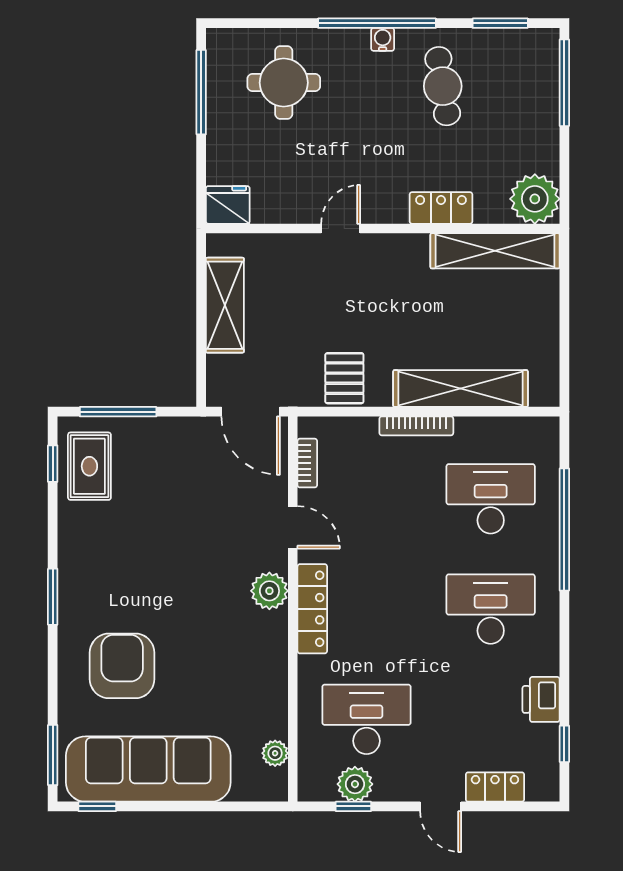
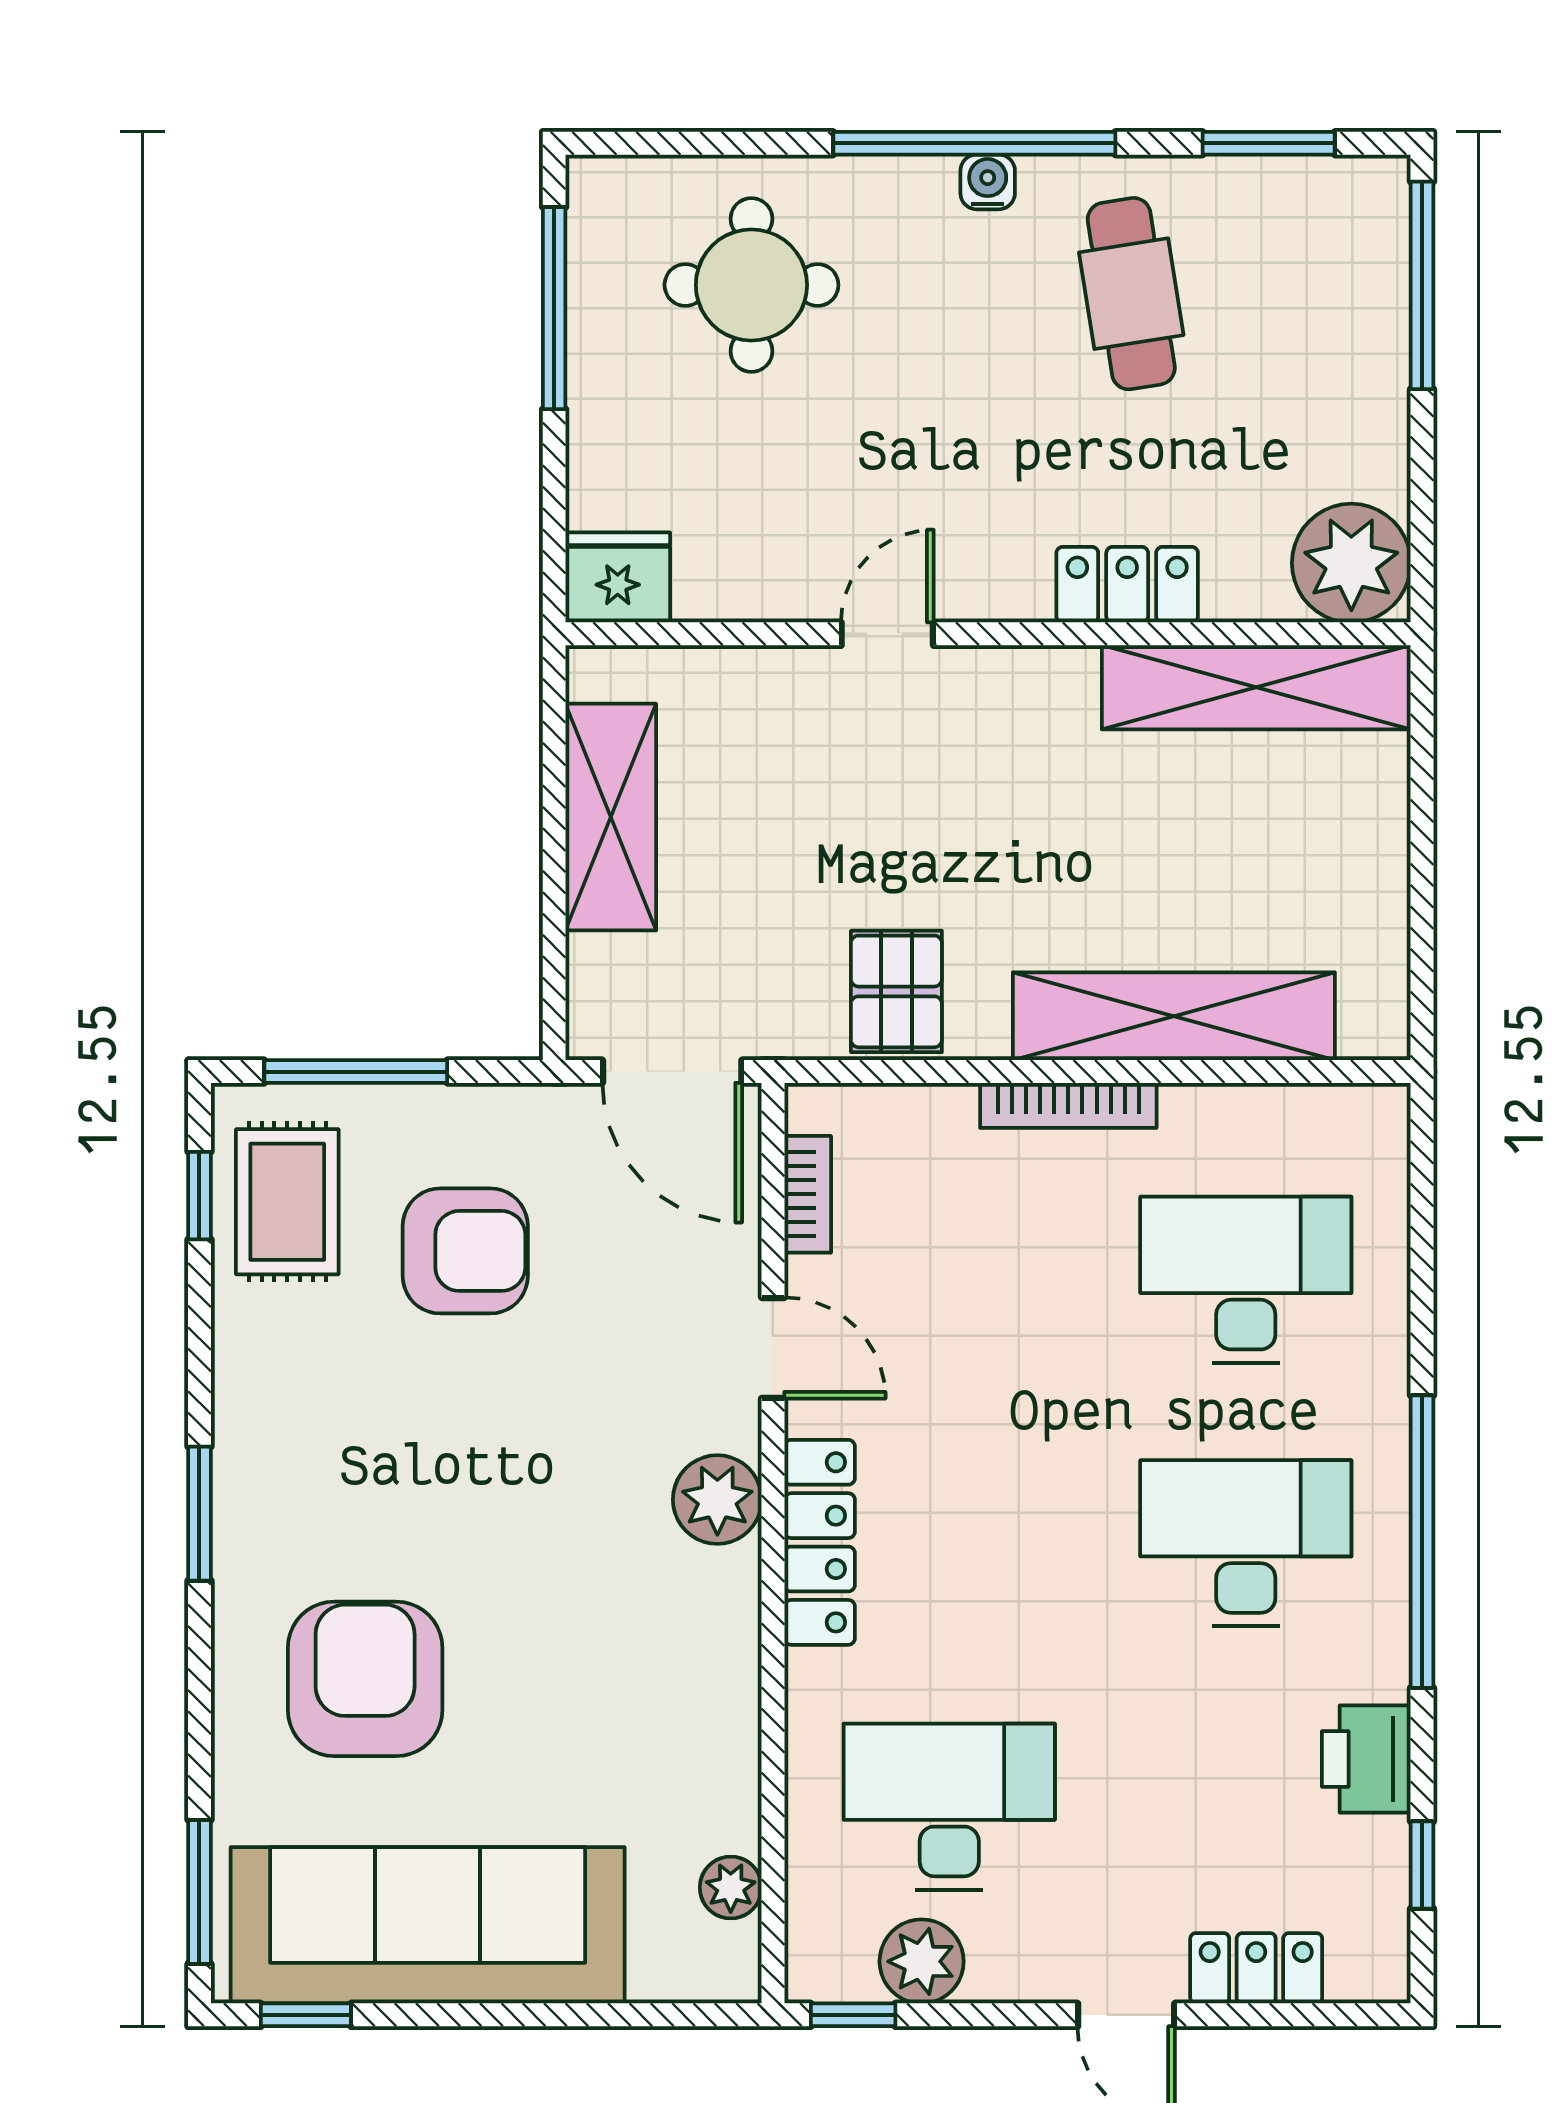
armchair: (164, 487) -> (465, 1251), added
window: (564, 529) -> (1422, 1542), moved
window: (353, 806) -> (853, 2015), moved

